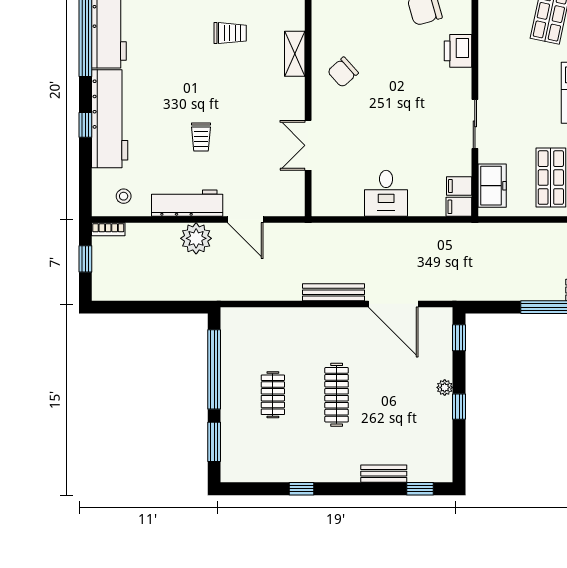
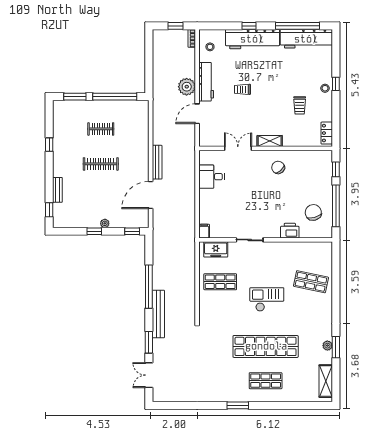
shelving: (295, 54) -> (270, 141), moved
filing cabinet: (459, 186) -> (216, 231), removed
desk: (386, 193) -> (212, 177), moved

